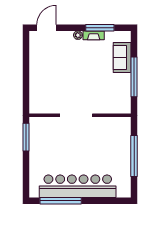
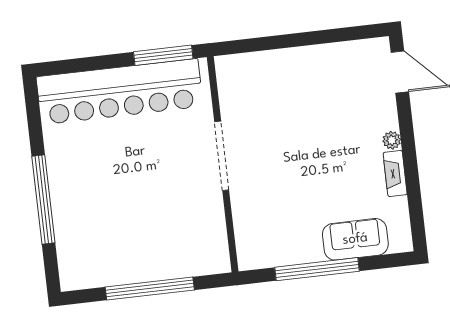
window: (100, 28) -> (413, 185), removed
bar counter: (78, 186) -> (120, 92), moved, turned 90
window: (61, 201) -> (43, 199), moved

